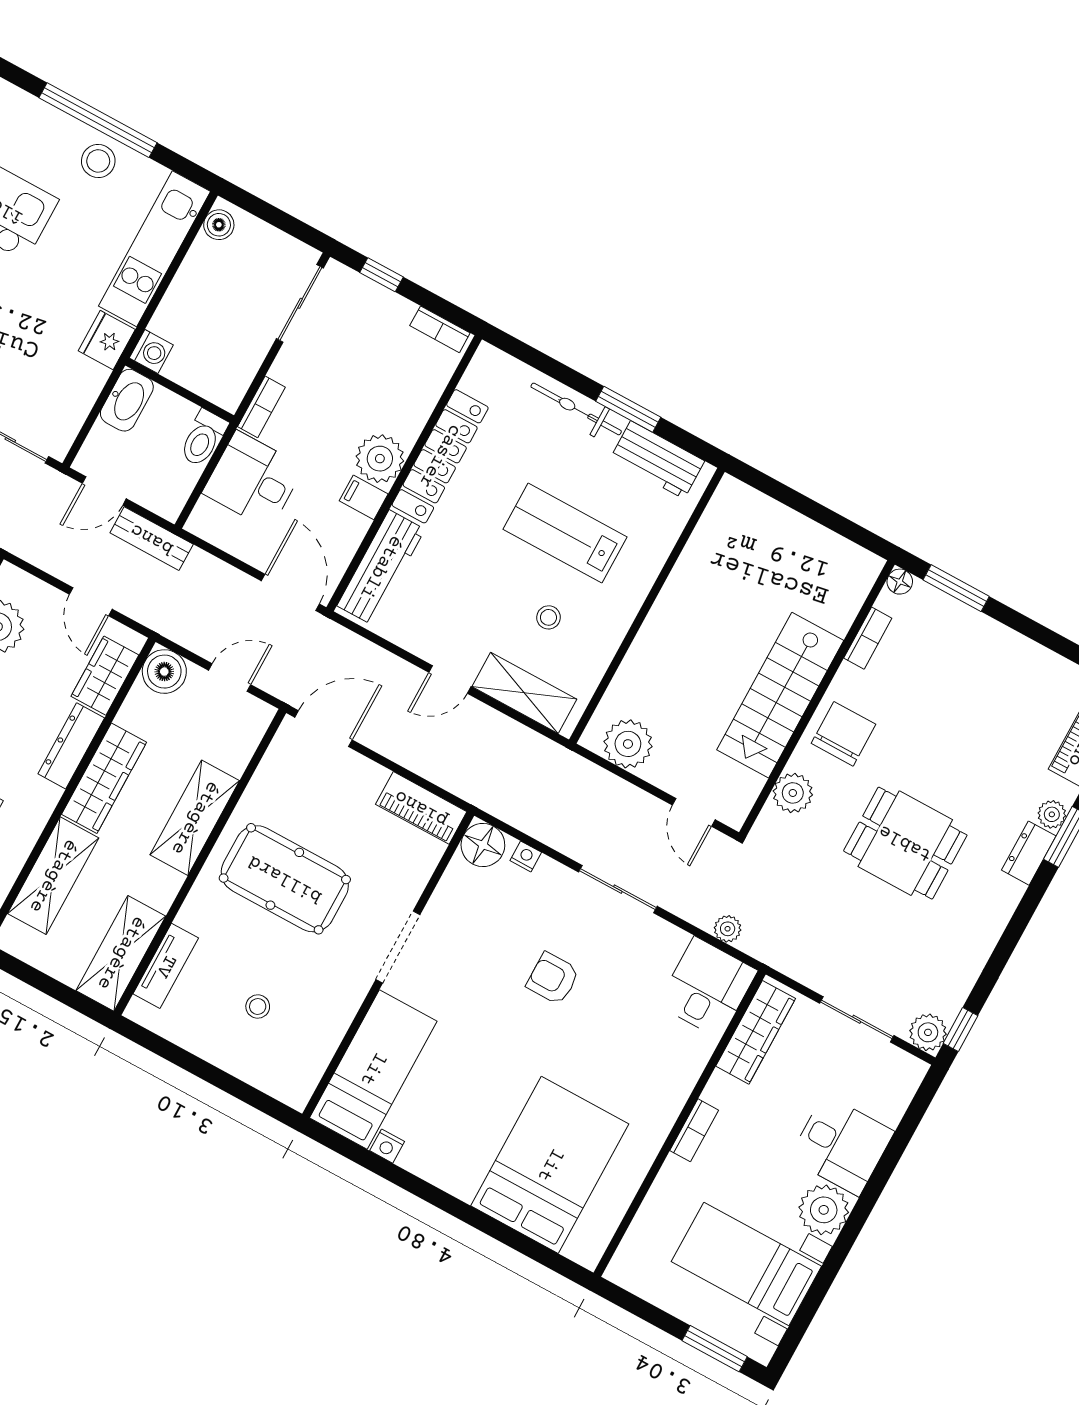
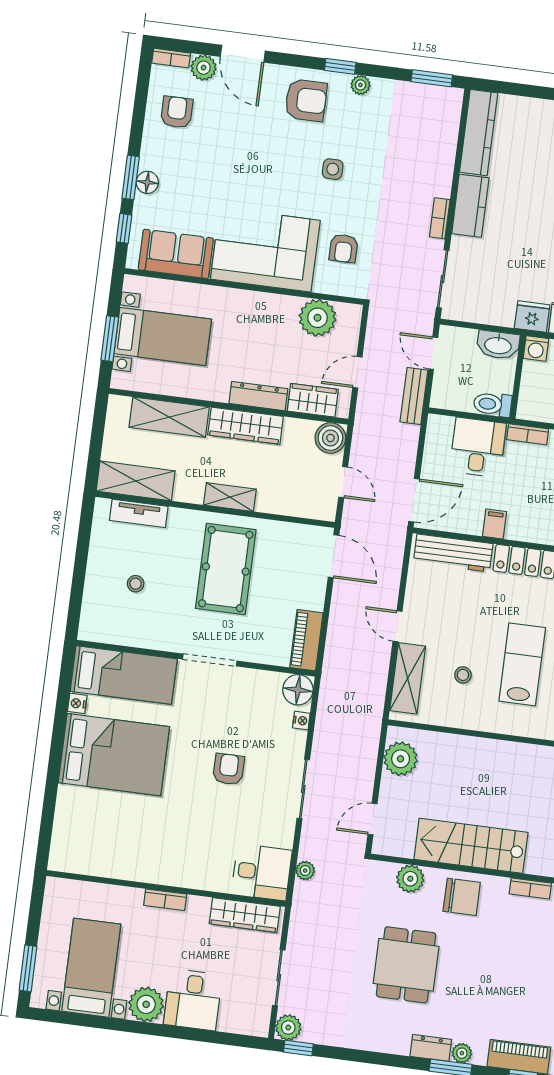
plant: (380, 459) -> (524, 525), removed
shelving: (195, 818) -> (230, 497), width x0.67, depth x0.75
bed: (550, 1165) -> (114, 755), moved

